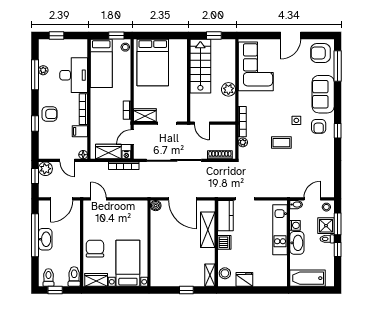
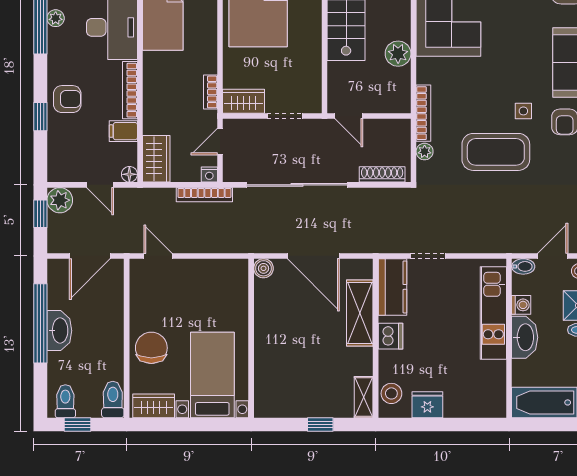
coffee table: (281, 143) -> (496, 152), width x1.86, depth x1.72
wardrobe: (108, 152) -> (156, 159), moved, turned 90

